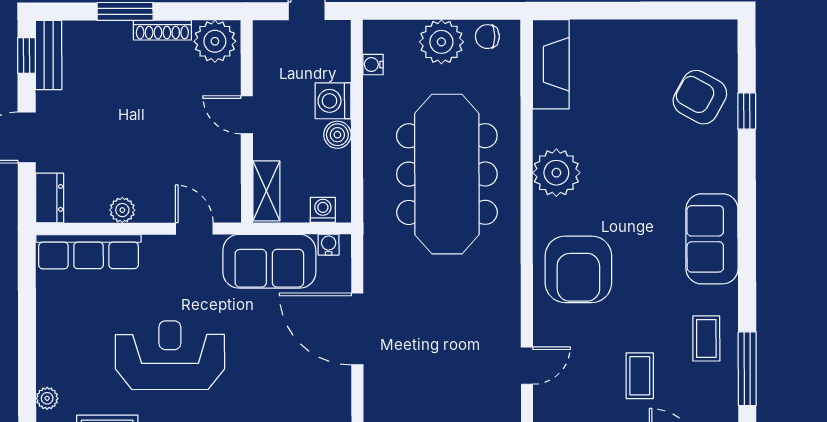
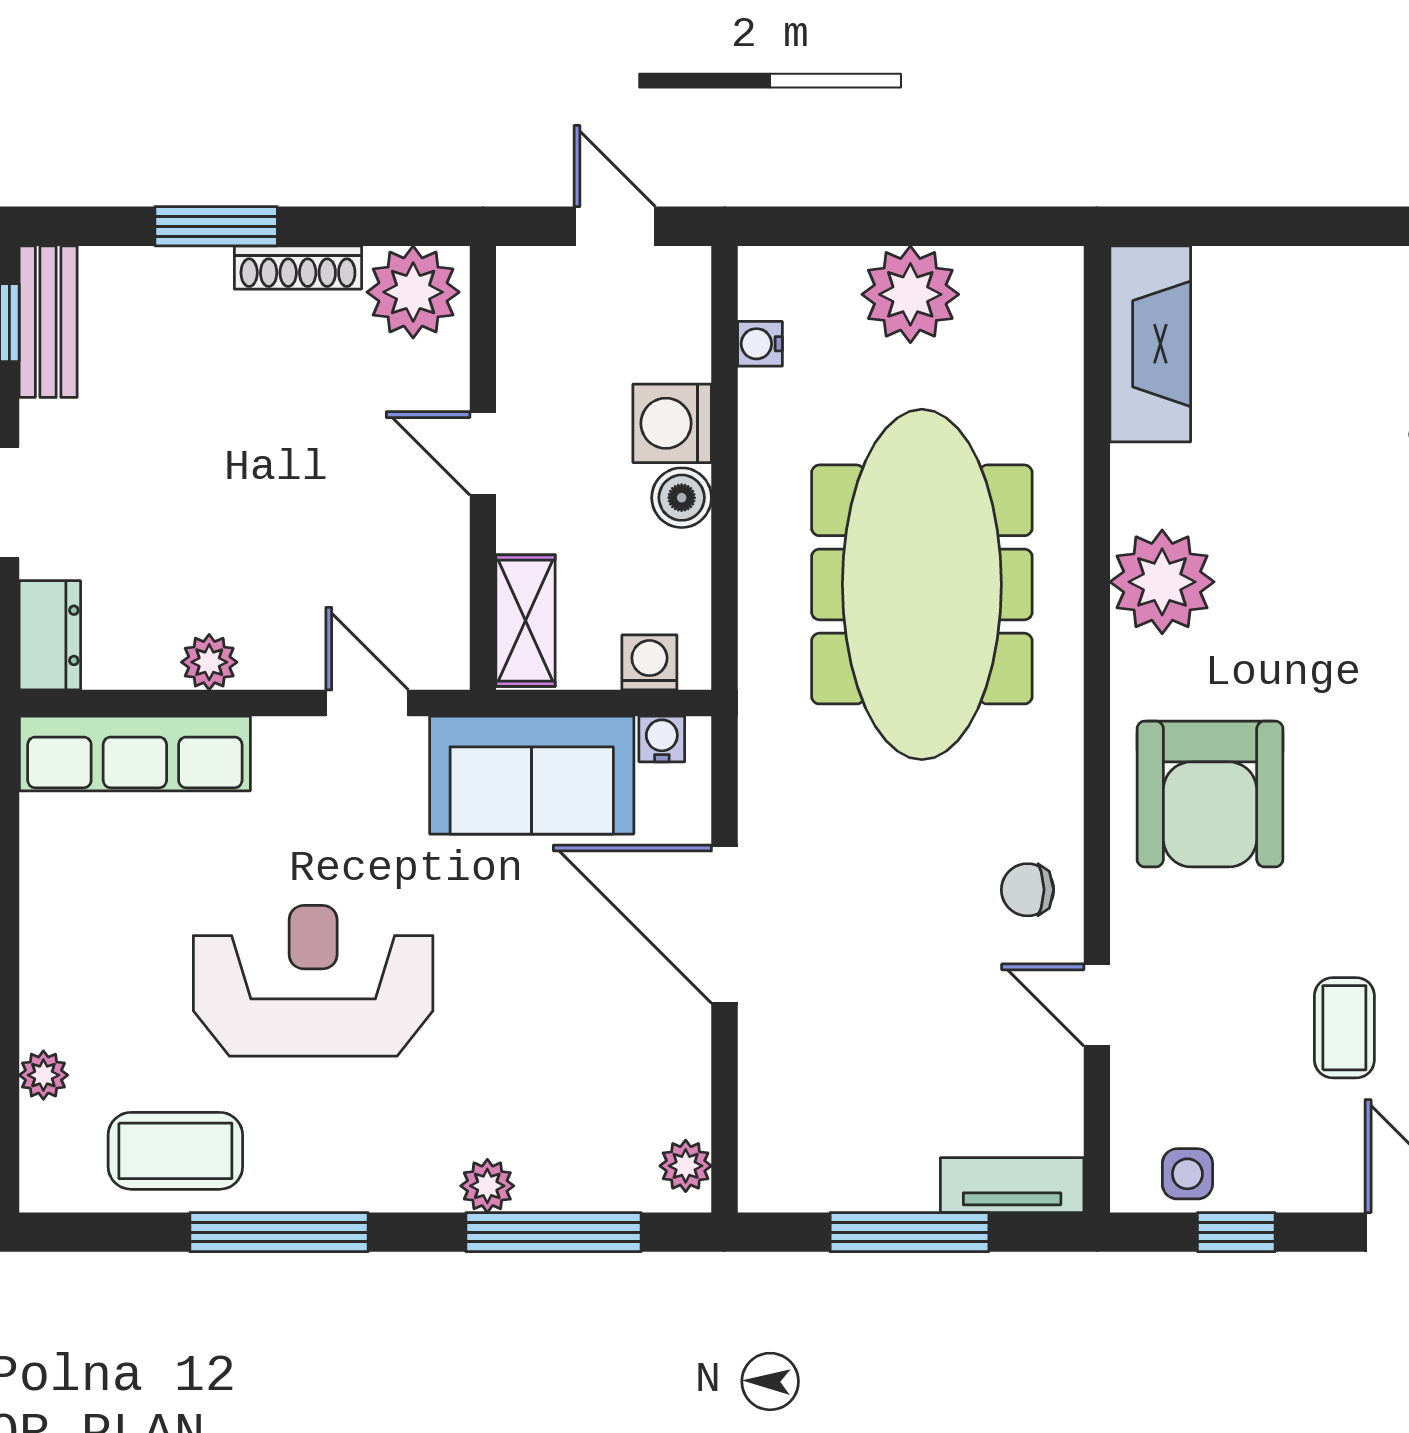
chair: (487, 37) -> (1027, 890), moved
door: (527, 366) -> (1097, 1005), swing flipped

